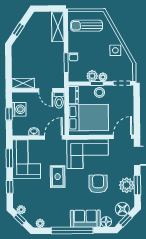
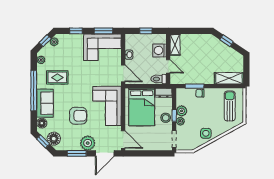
door: (46, 90) -> (168, 66), swing flipped
washing machine: (19, 109) -> (160, 50), moved, turned 90
rug: (58, 177) -> (57, 77), moved
plant: (127, 185) -> (88, 143), moved

